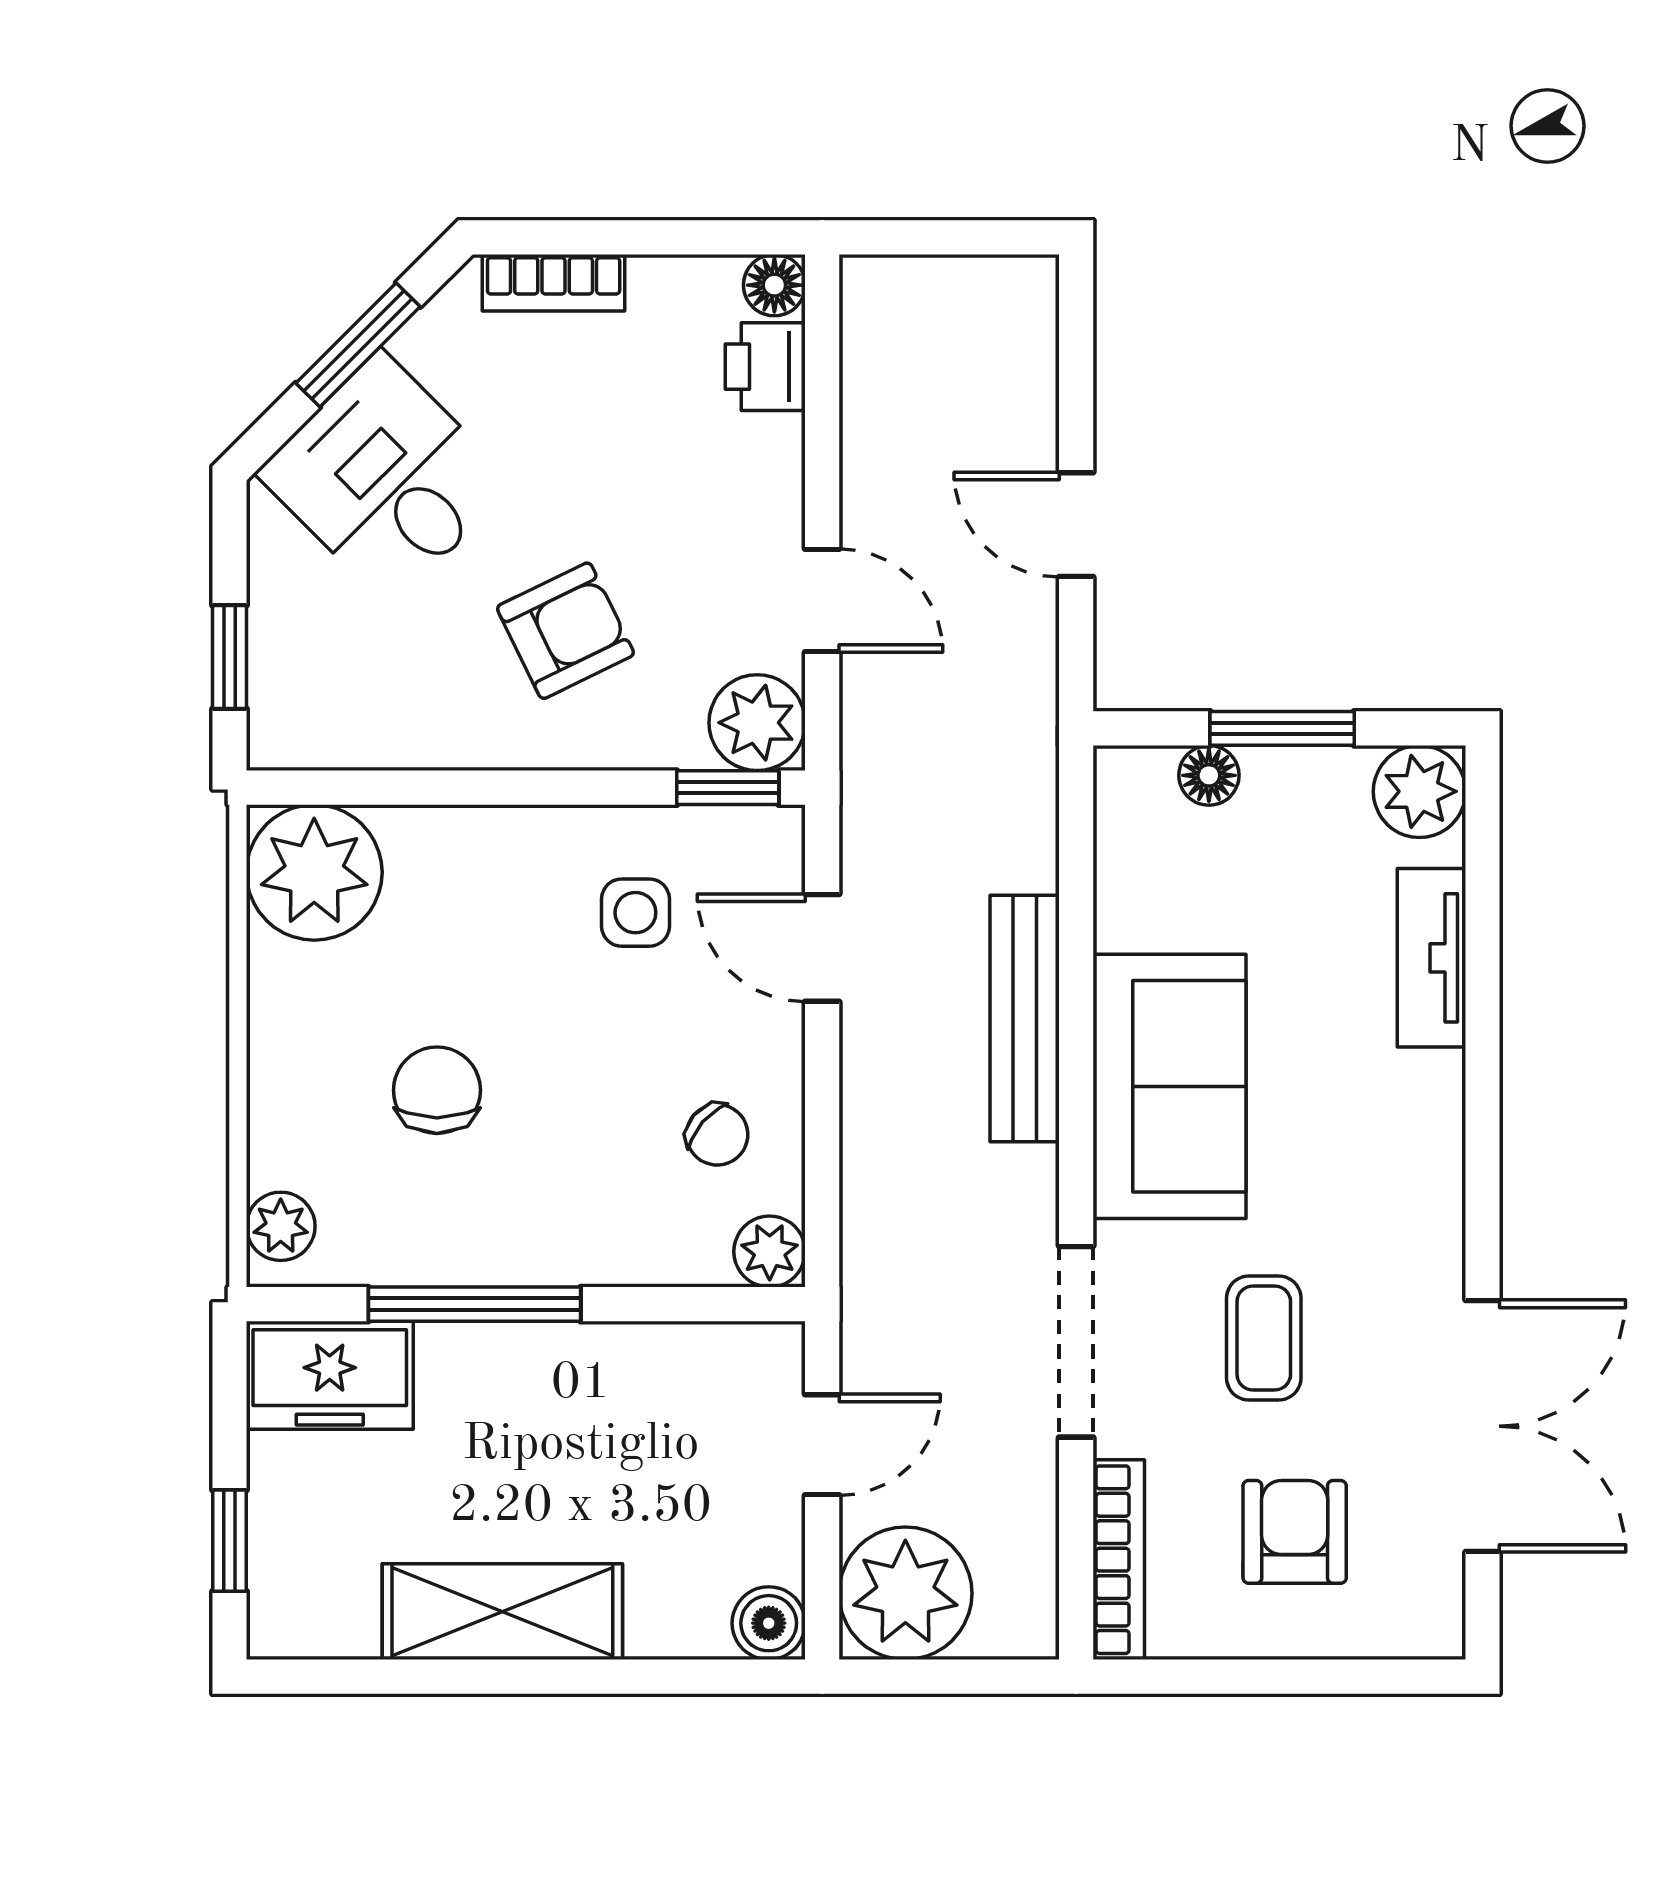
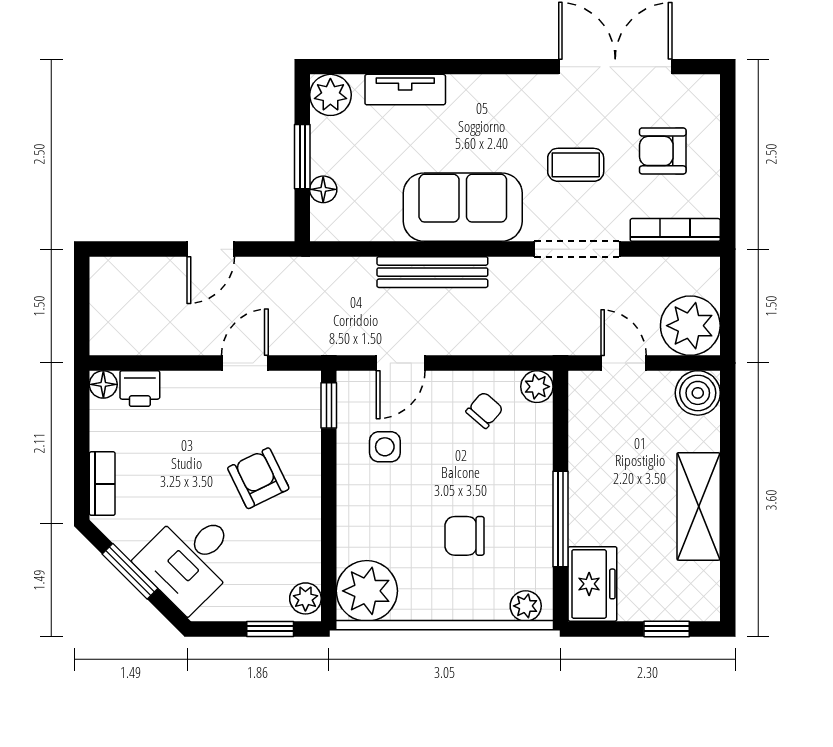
plant: (757, 723) -> (305, 598), moved, width x0.73, depth x0.73
boiler: (769, 1623) -> (698, 393), width x1.36, depth x1.36

